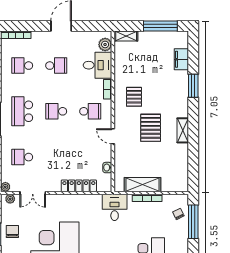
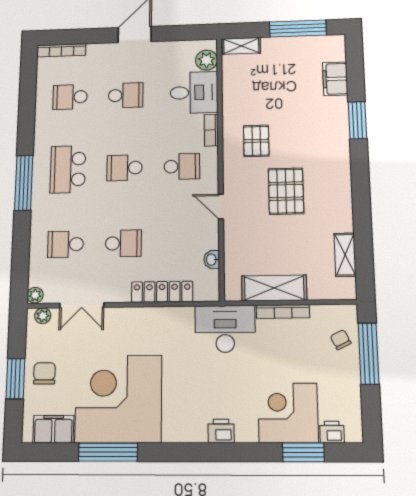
shelving: (183, 130) -> (345, 255), moved
school desk: (56, 157) -> (123, 243), added
desk: (115, 207) -> (225, 329), width x1.37

